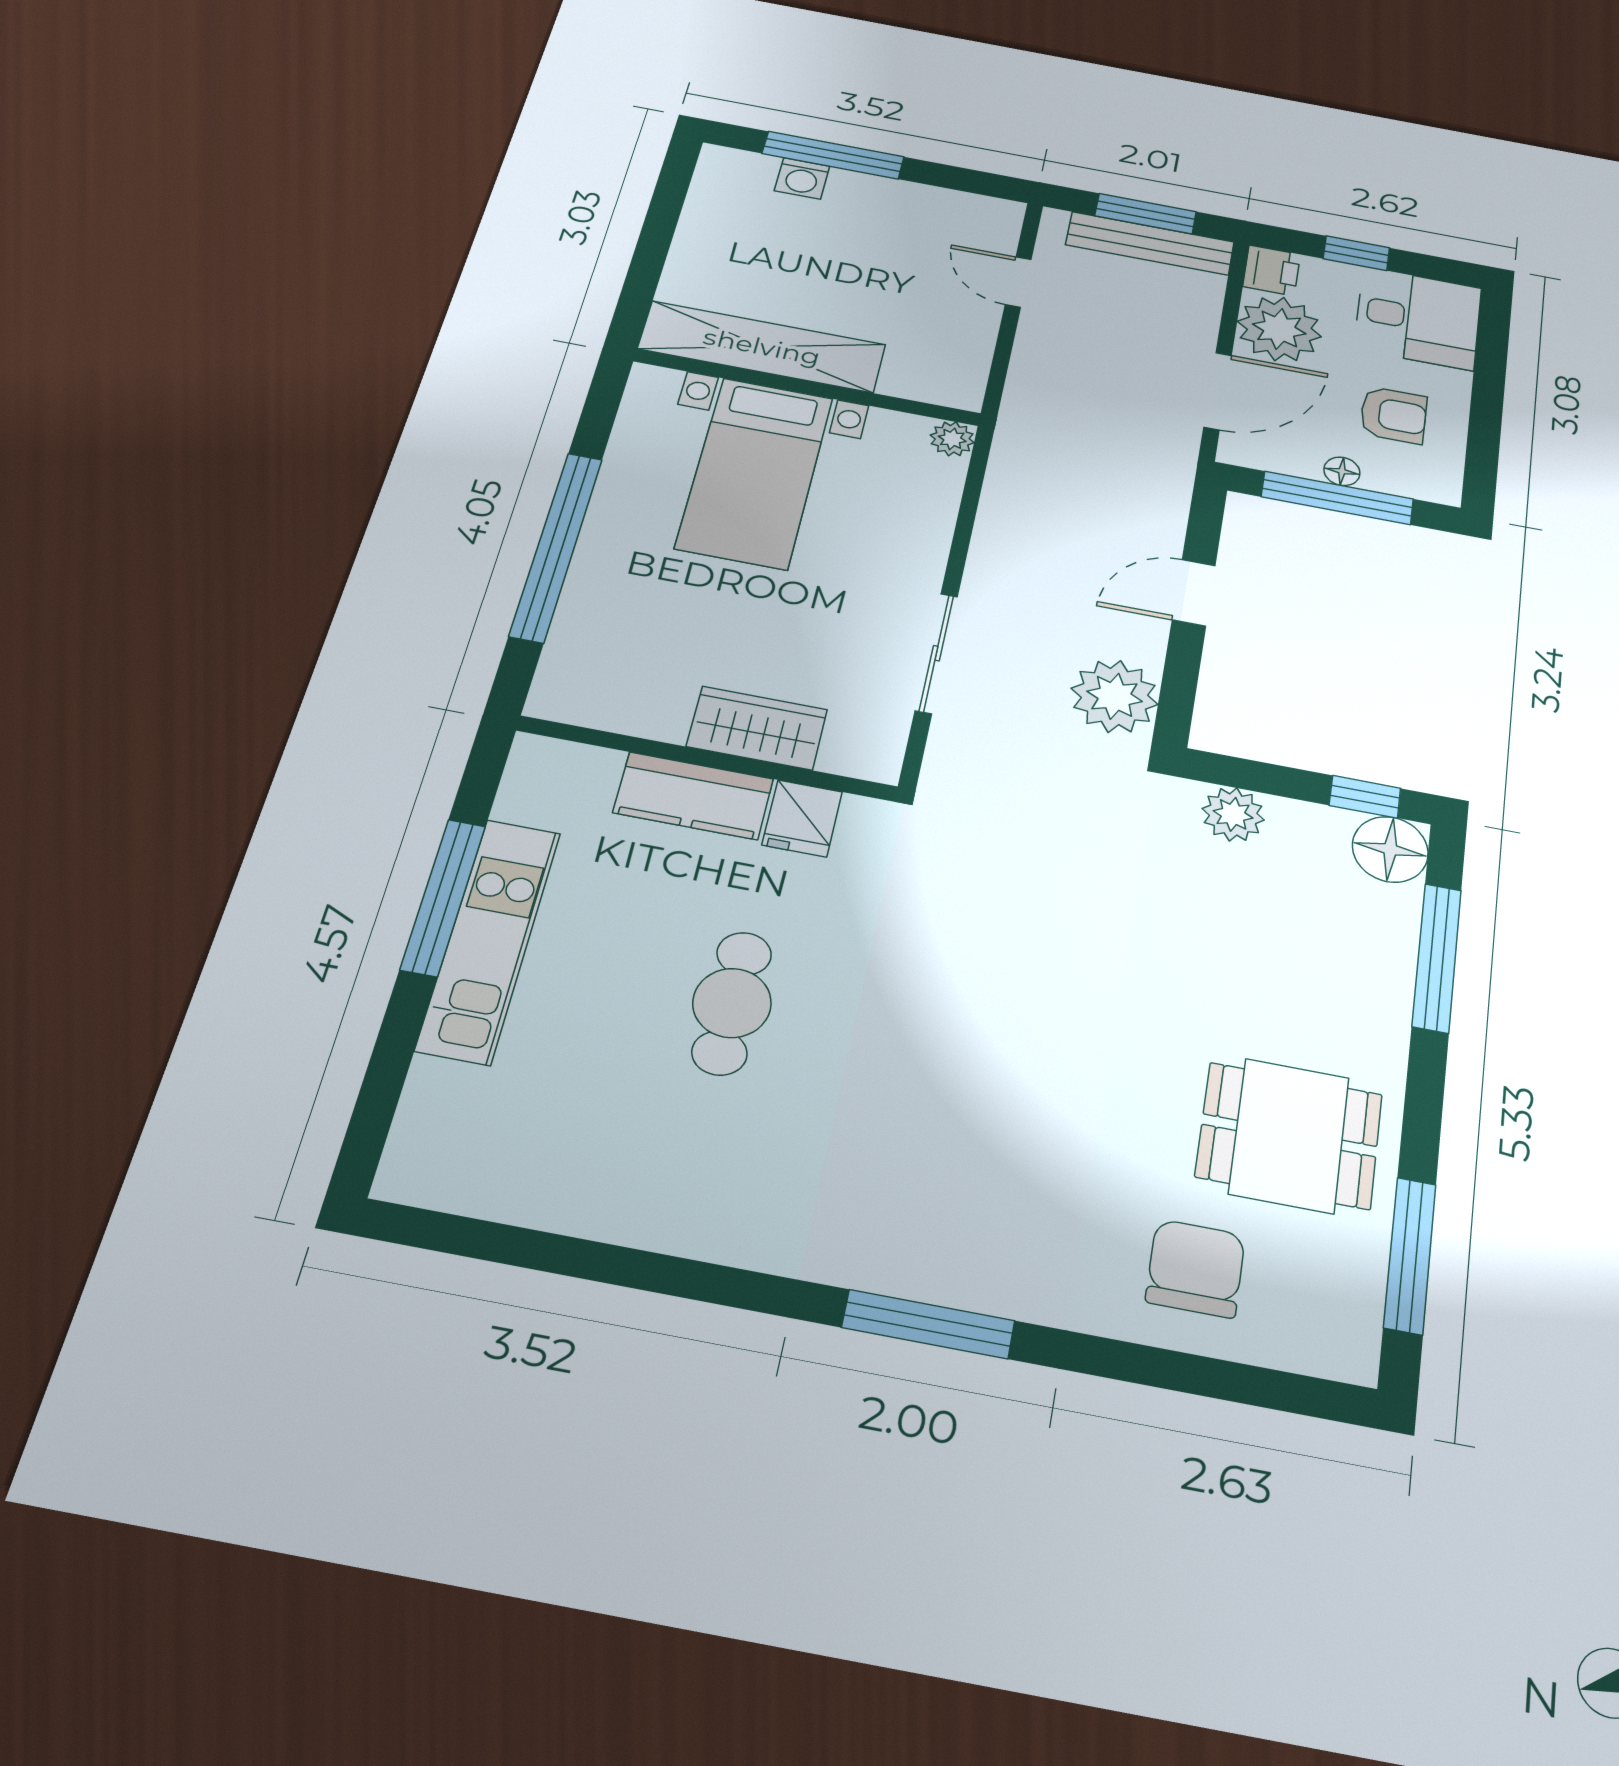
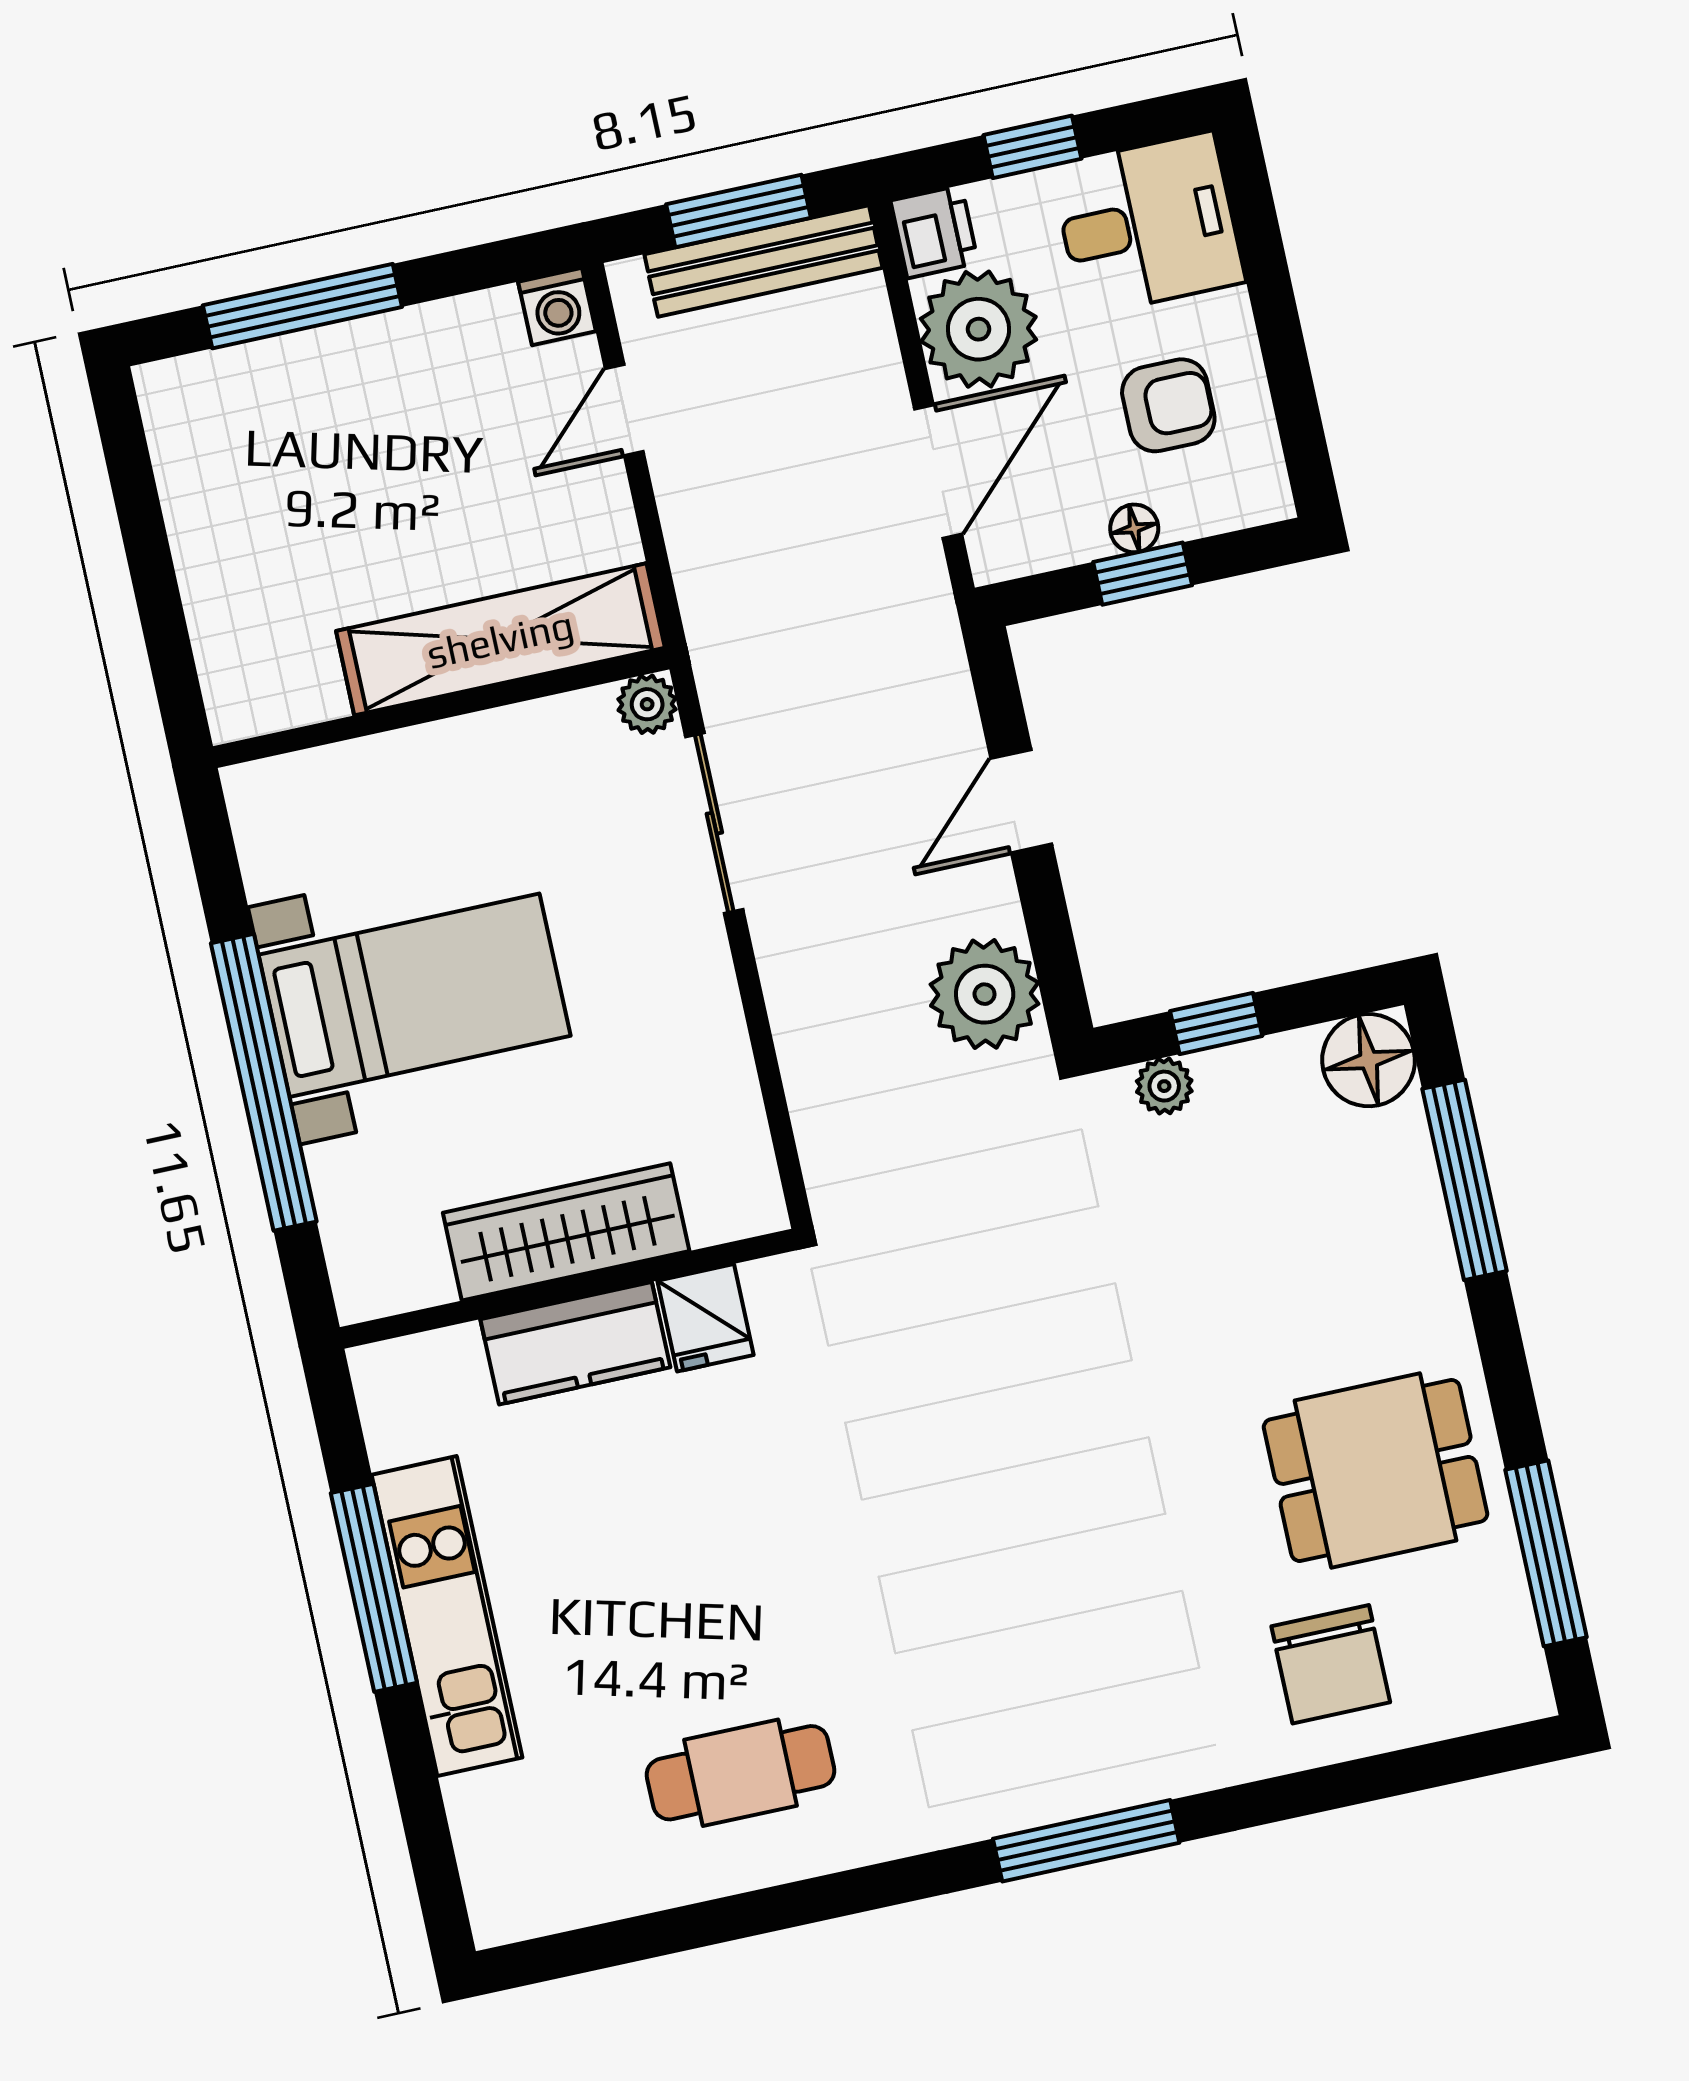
washing machine: (802, 178) -> (557, 306), moved
door: (1018, 282) -> (624, 410), hinge flipped
shelving: (762, 347) -> (500, 639), moved
bed with nightstands: (755, 472) -> (414, 995), moved, turned -90
window: (1337, 498) -> (1143, 574), width x0.46
sliding door: (936, 653) -> (714, 823), moved
wardrobe: (757, 728) -> (566, 1232), width x1.50
window: (1365, 797) -> (1216, 1023), moved
plant: (1233, 814) -> (1164, 1086), width x0.73, depth x0.73
cafe table: (732, 1003) -> (741, 1773), moved, turned 90
chair: (1196, 1268) -> (1331, 1664), turned 180

